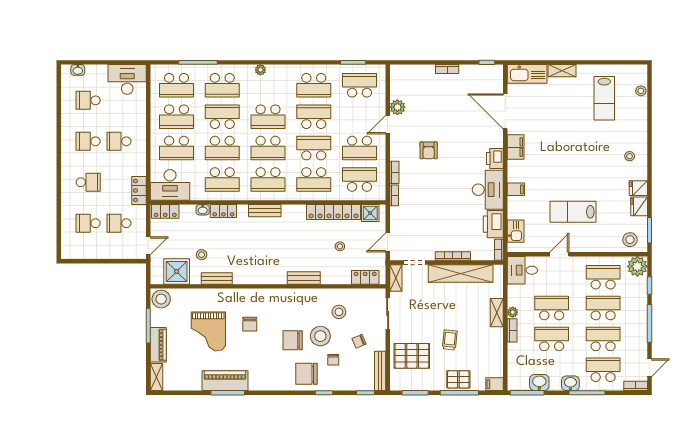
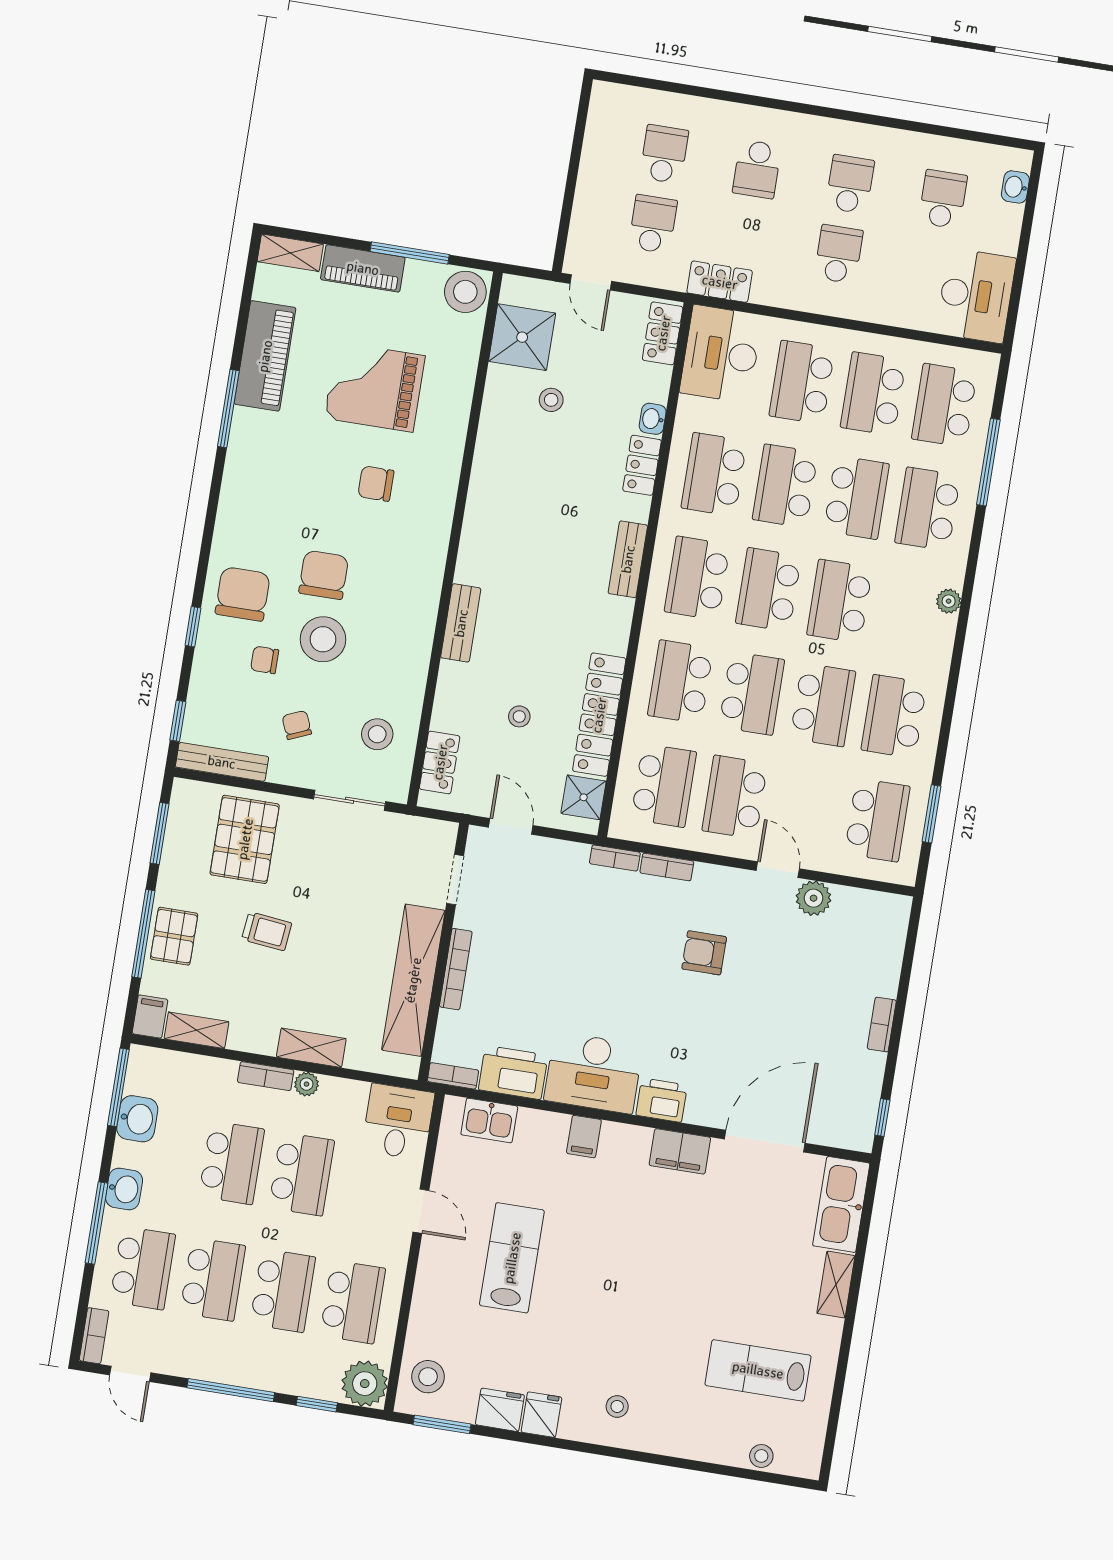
bench: (217, 278) -> (492, 426), removed
shelving: (396, 278) -> (196, 1030), moved
stool: (339, 312) -> (377, 734), moved
piano: (225, 381) -> (265, 356), moved

